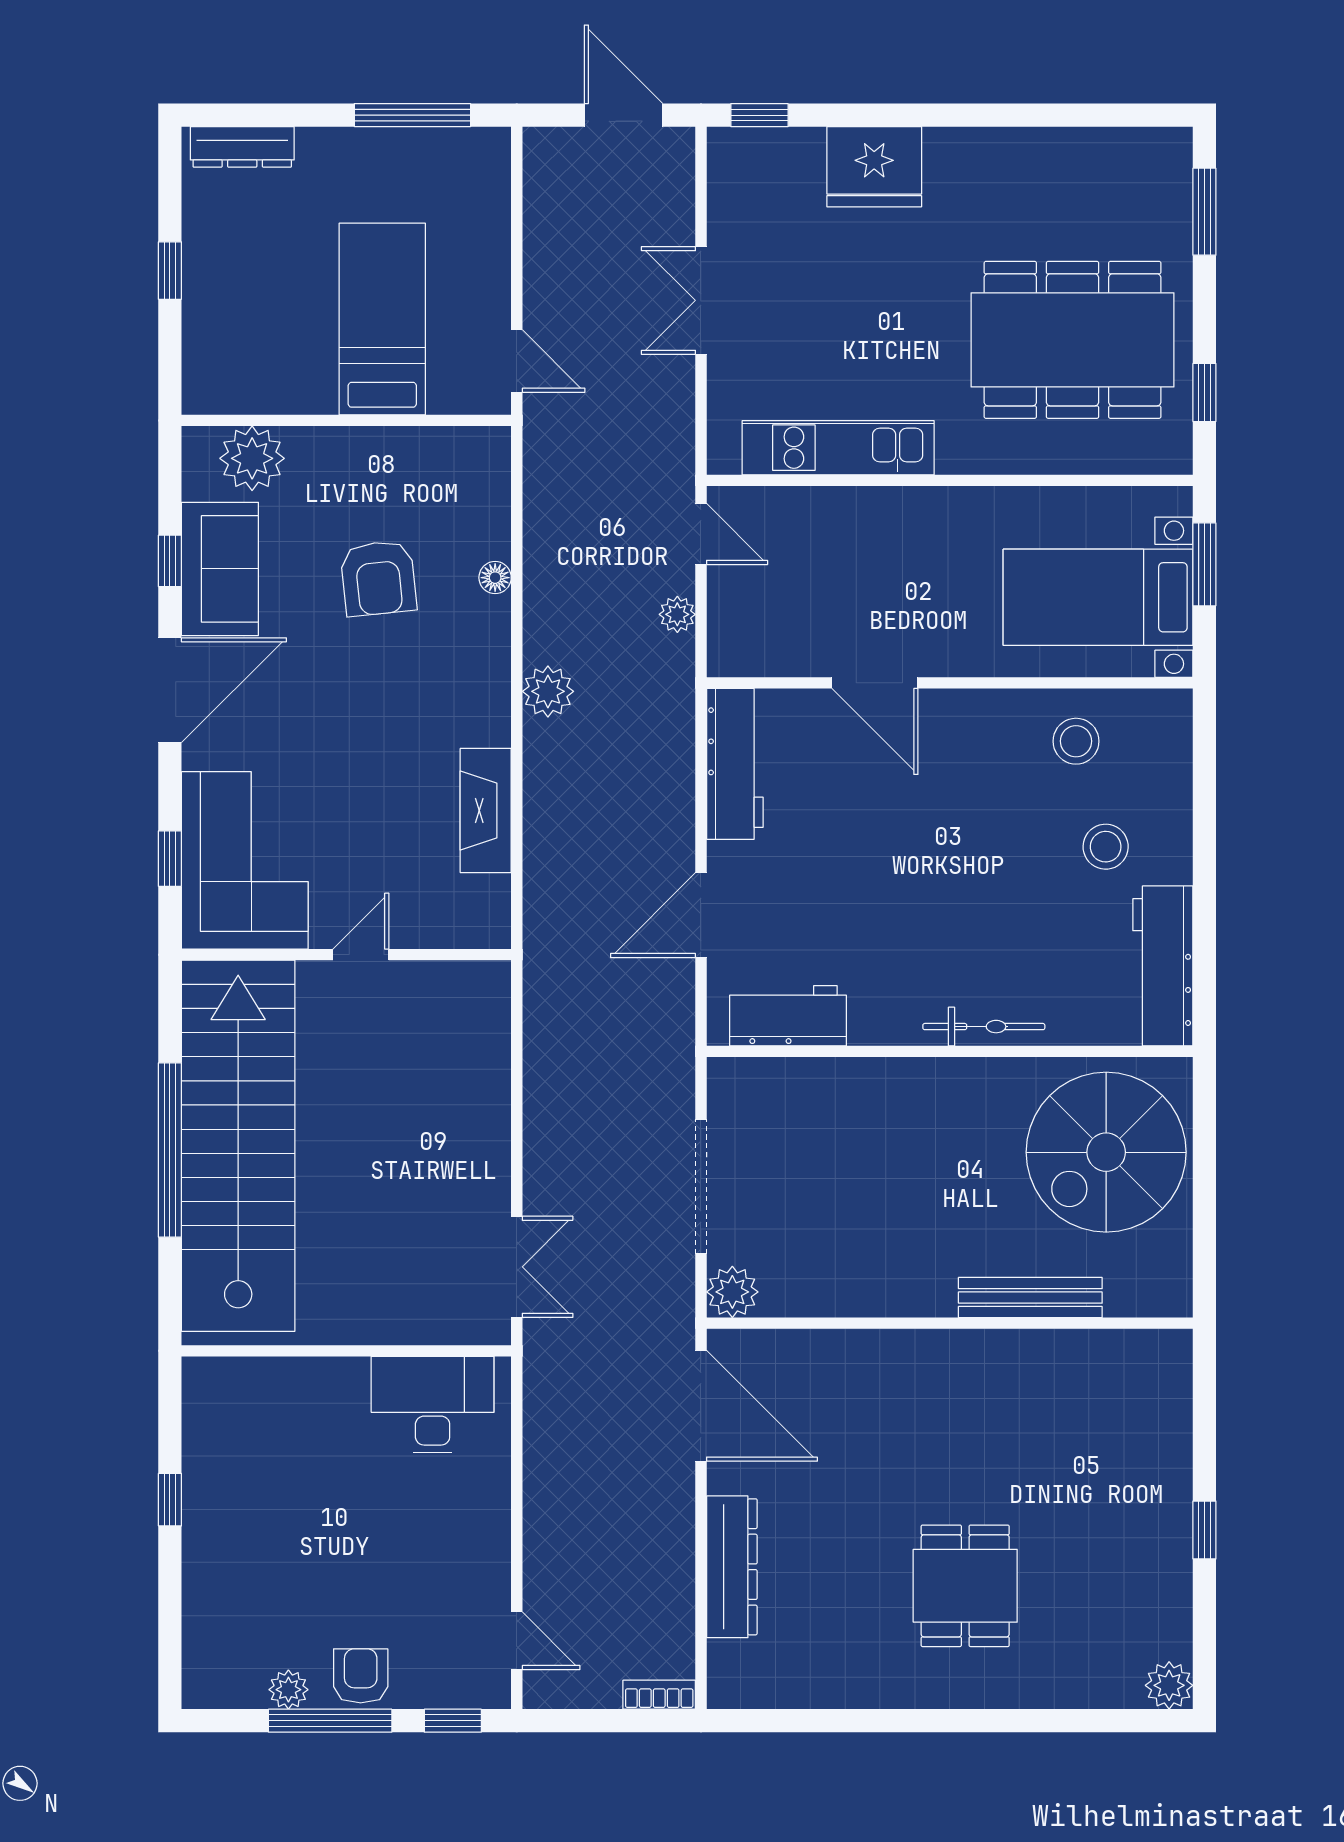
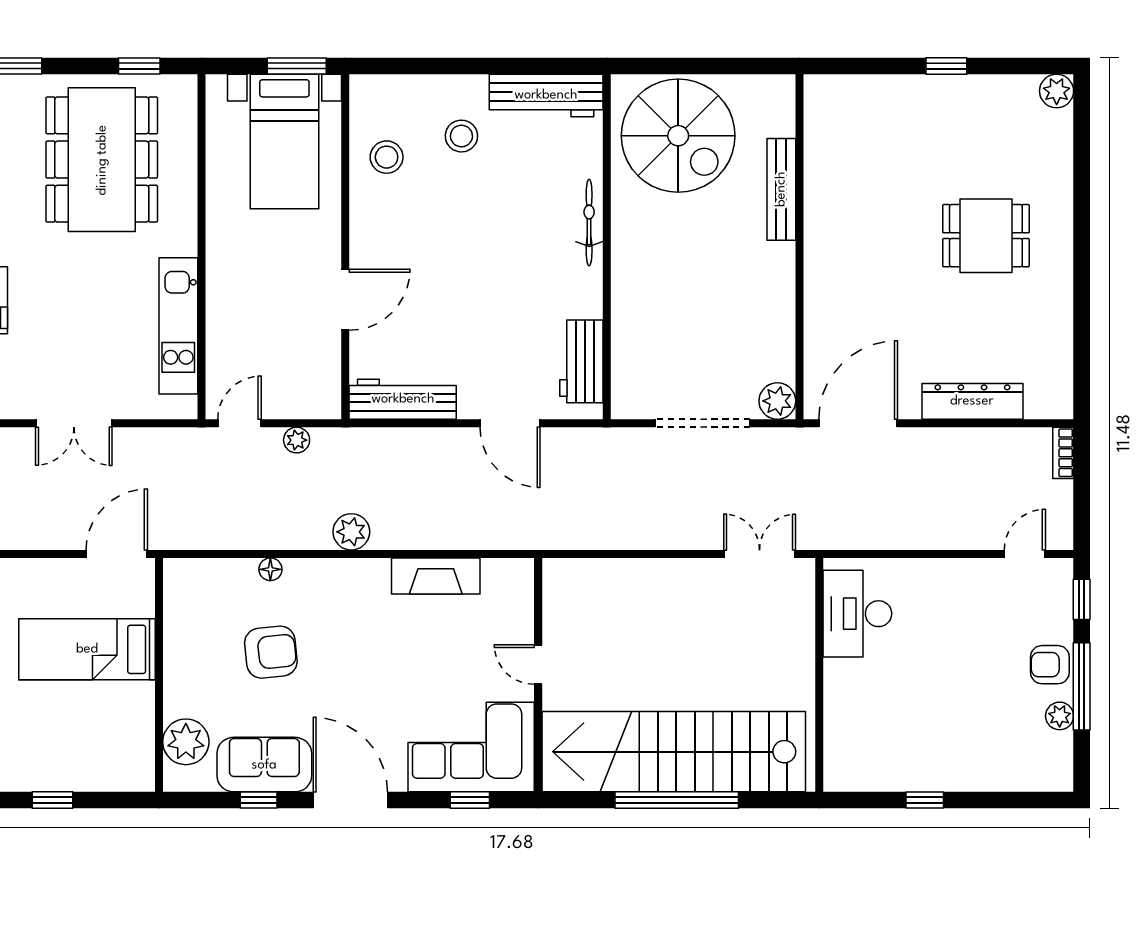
door: (517, 361) -> (117, 554), width x1.38
window: (1204, 564) -> (297, 66), moved

